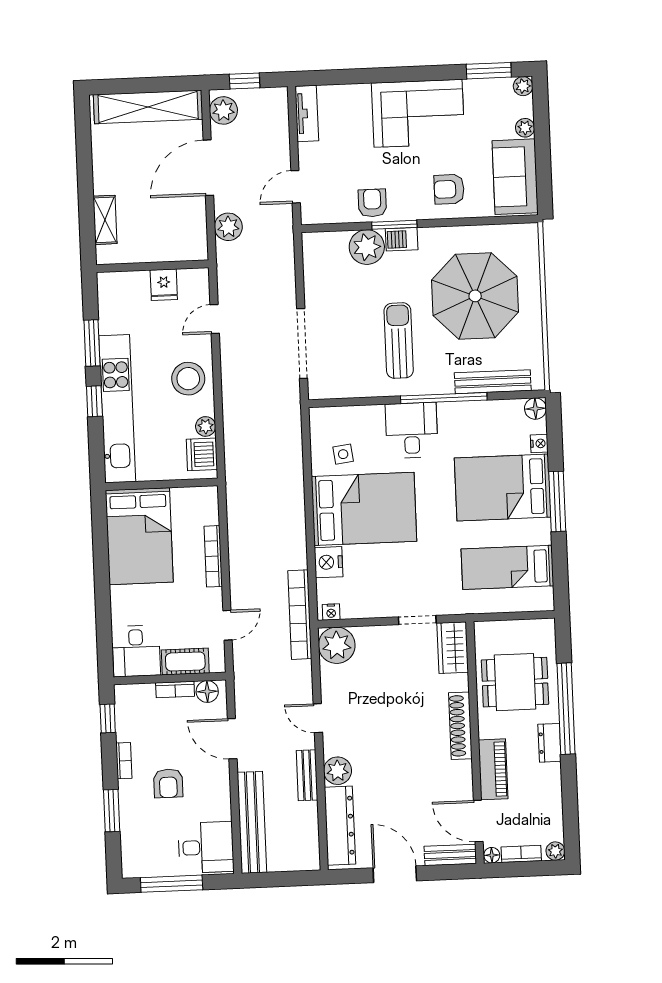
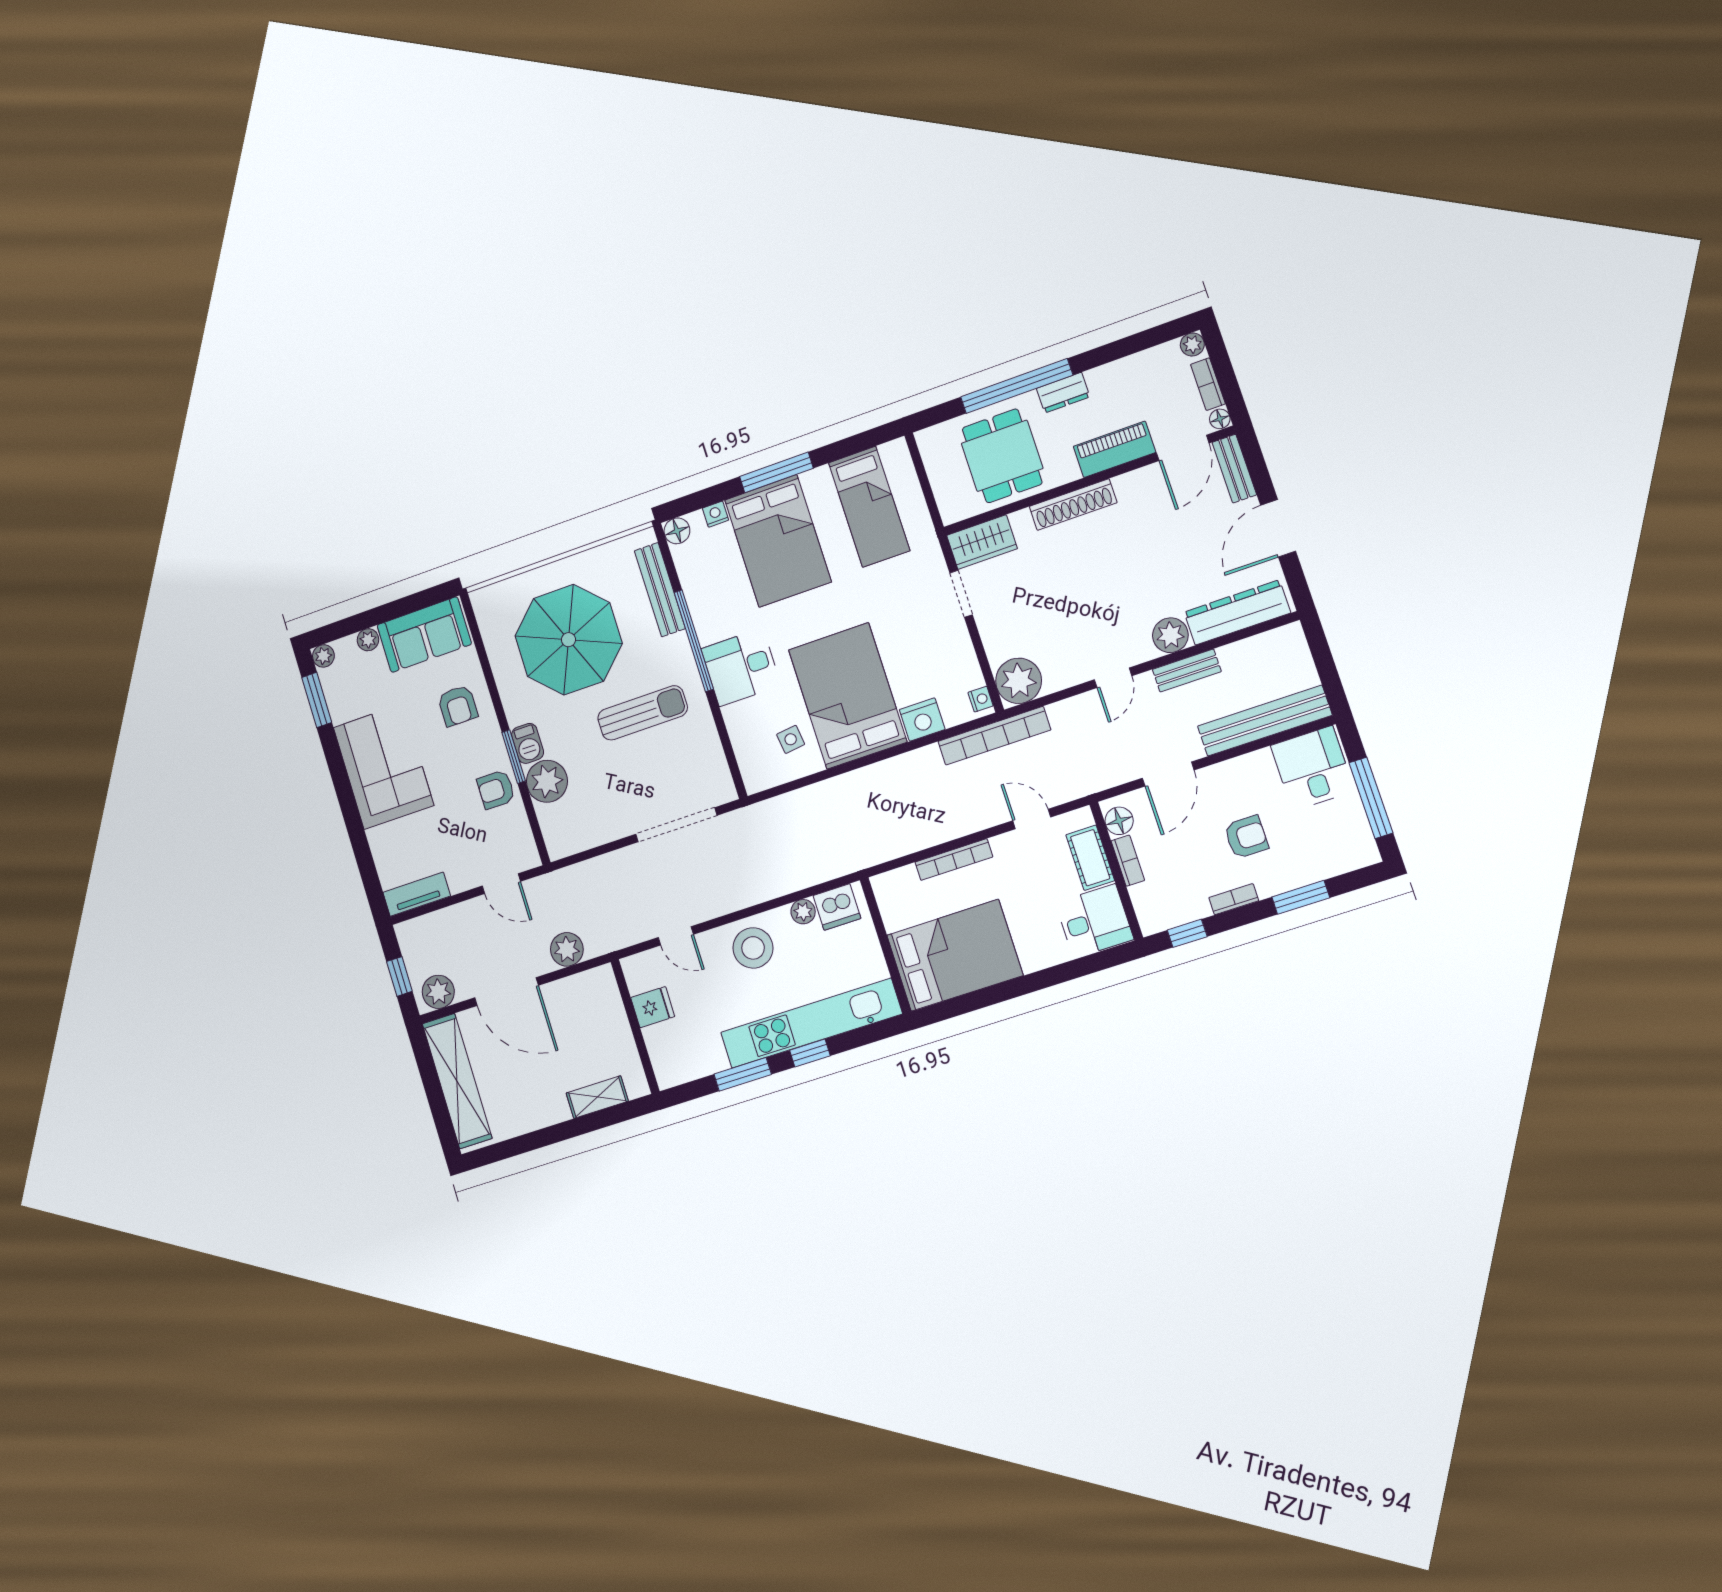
sun lounger: (399, 341) -> (643, 713), turned 180

